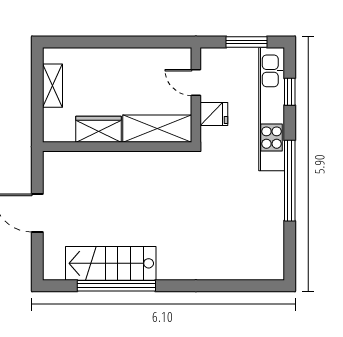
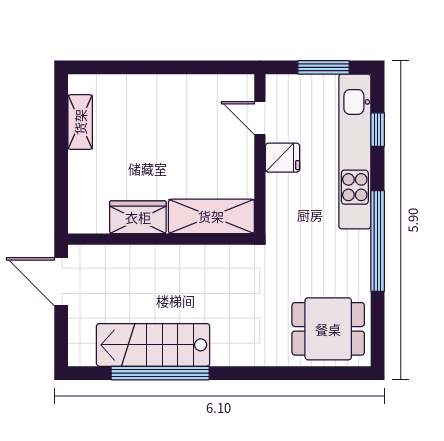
wardrobe: (99, 129) -> (138, 217), moved
shelving: (157, 129) -> (211, 216), moved
wall: (117, 147) -> (161, 239), moved
dining table: (250, 251) -> (328, 329), added

